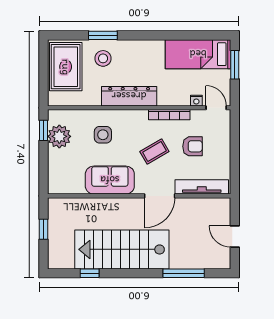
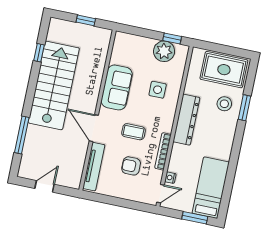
armchair: (193, 146) -> (131, 166), turned 90
coffee table: (154, 151) -> (134, 132), turned -60

